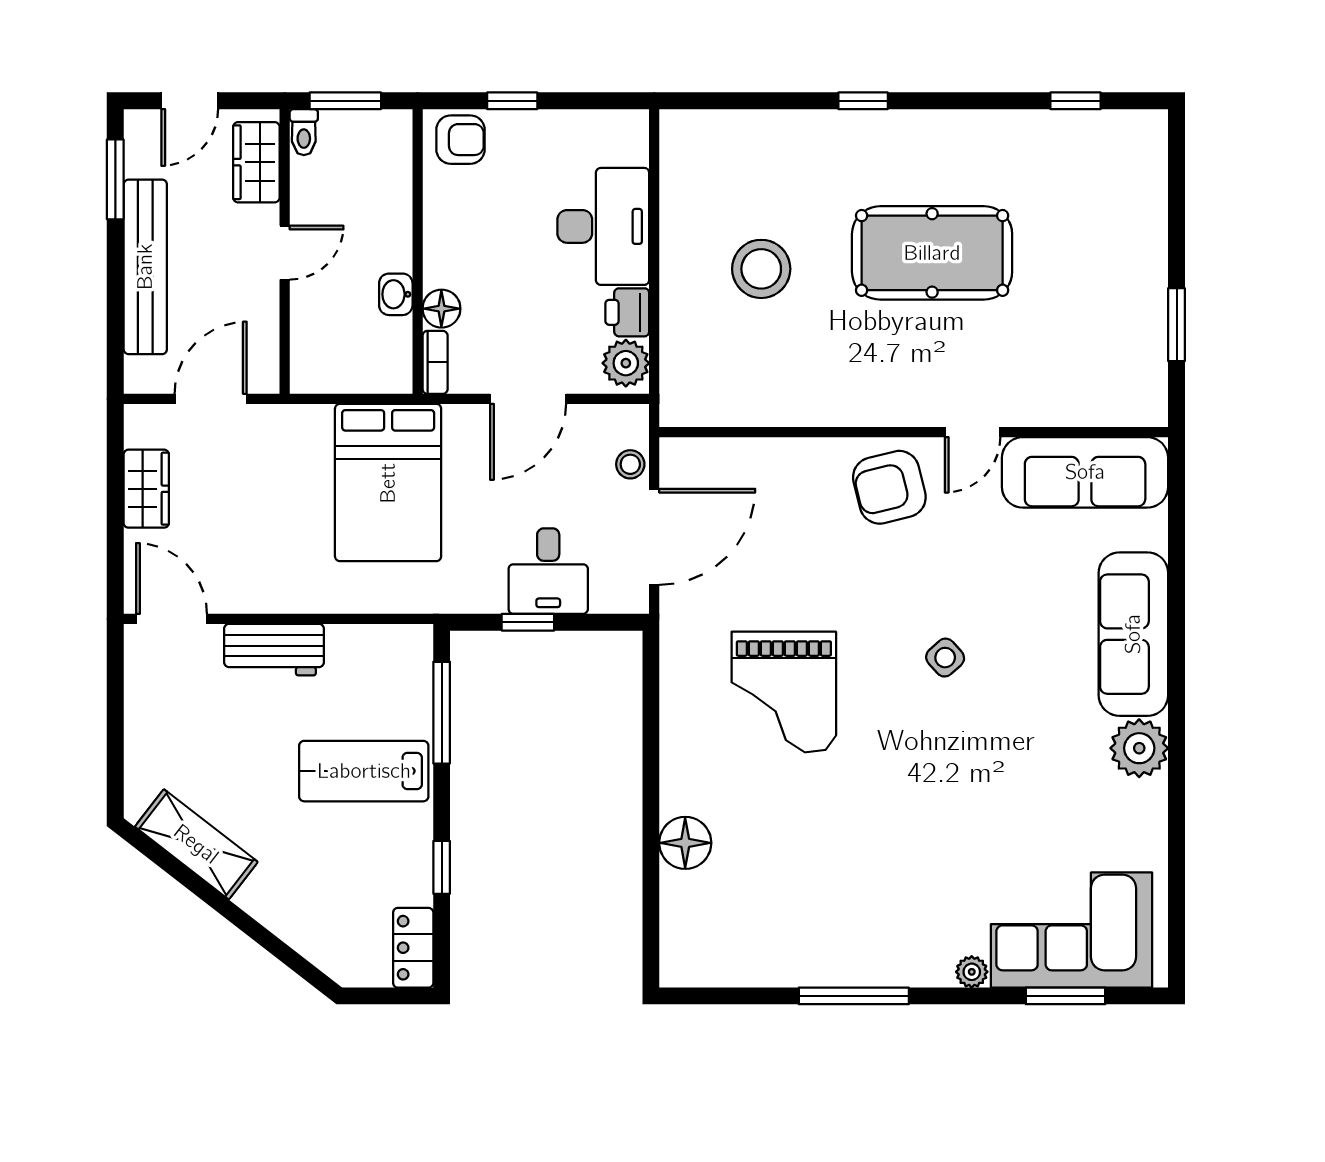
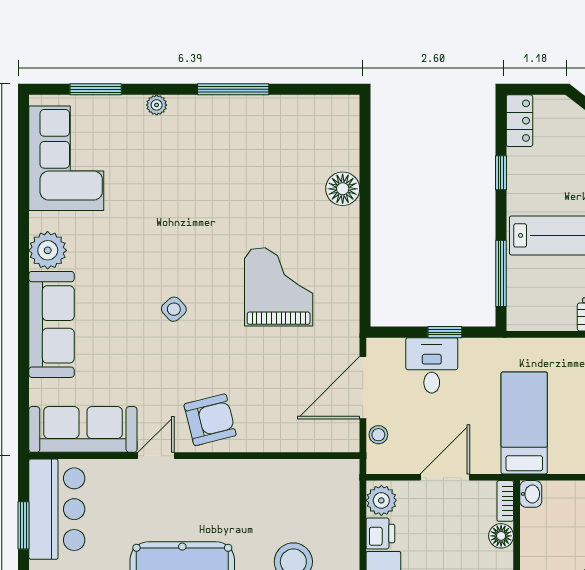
washbasin: (396, 294) -> (531, 494), moved
bar counter: (1125, 350) -> (57, 509), added
bed: (388, 483) -> (524, 423), width x0.67
corner sofa: (1072, 930) -> (66, 158), moved, turned -90

